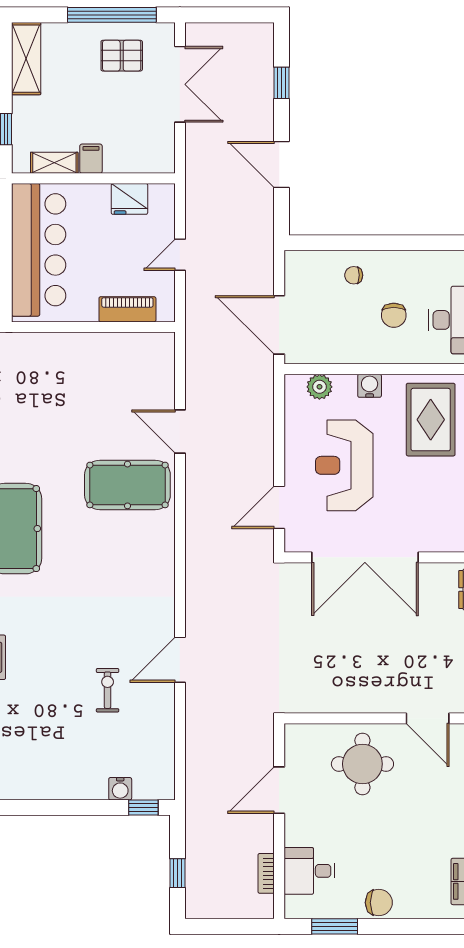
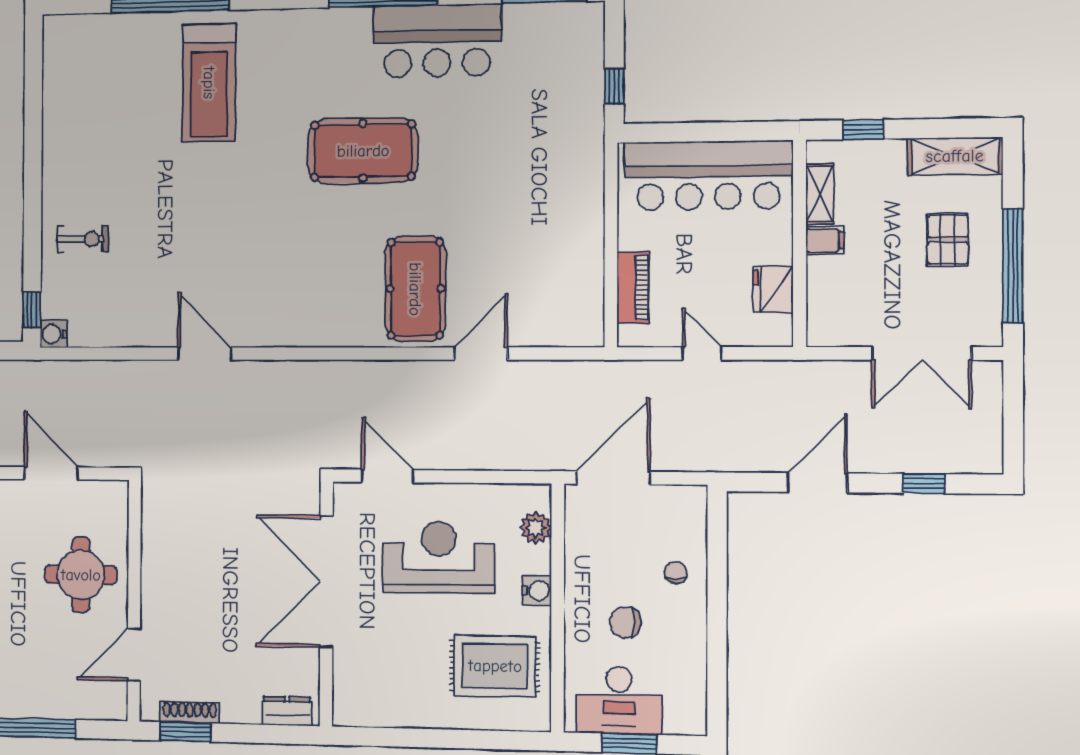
pallet: (122, 56) -> (948, 240), moved
exercise bike: (108, 690) -> (83, 239), moved
water cooler: (120, 789) -> (54, 334), moved

